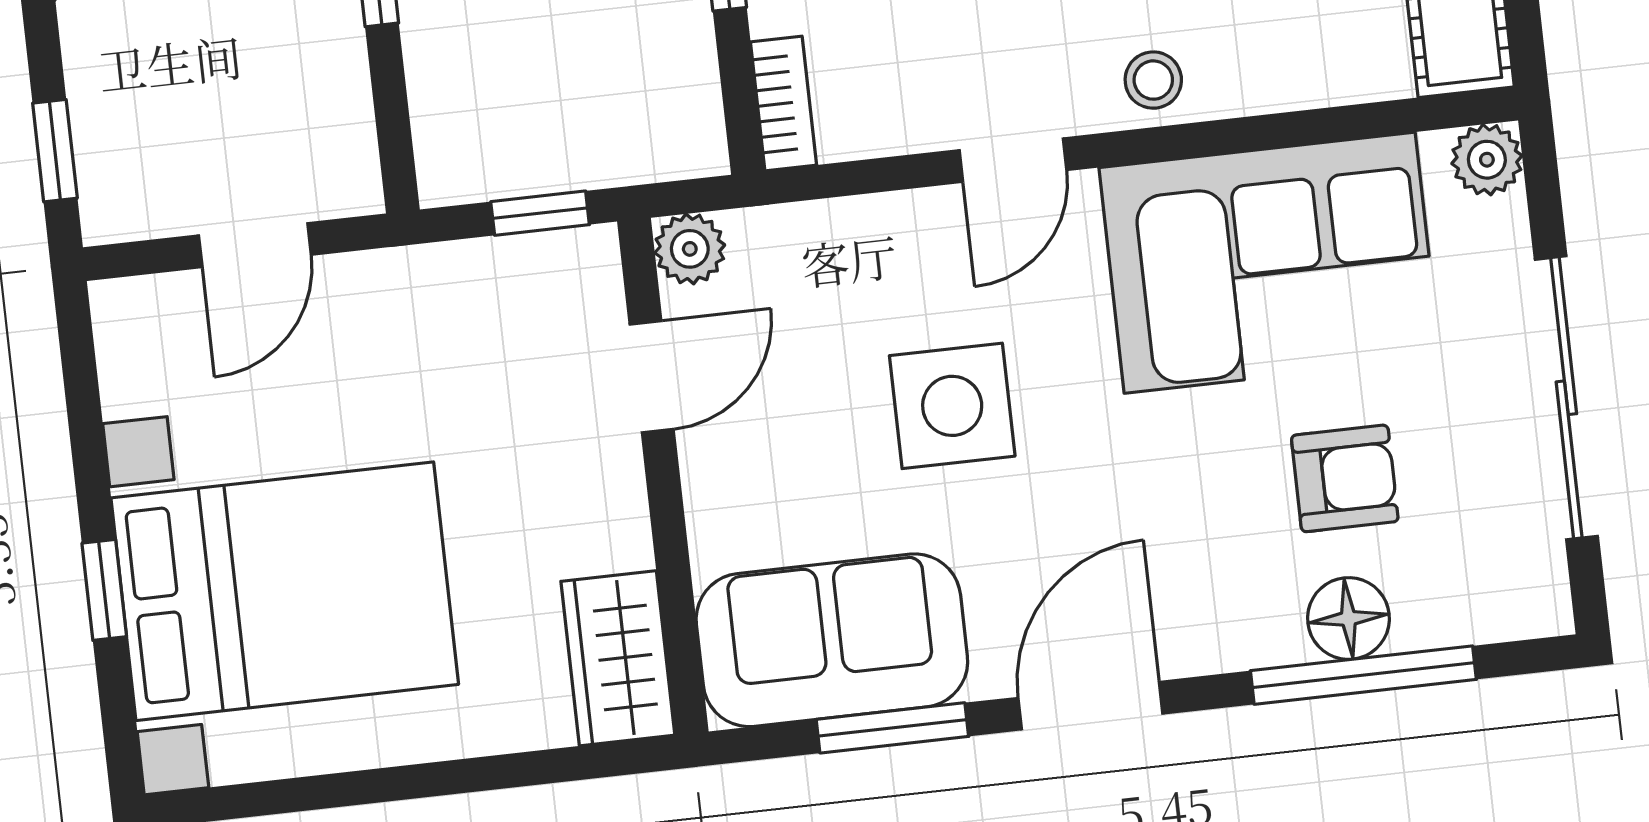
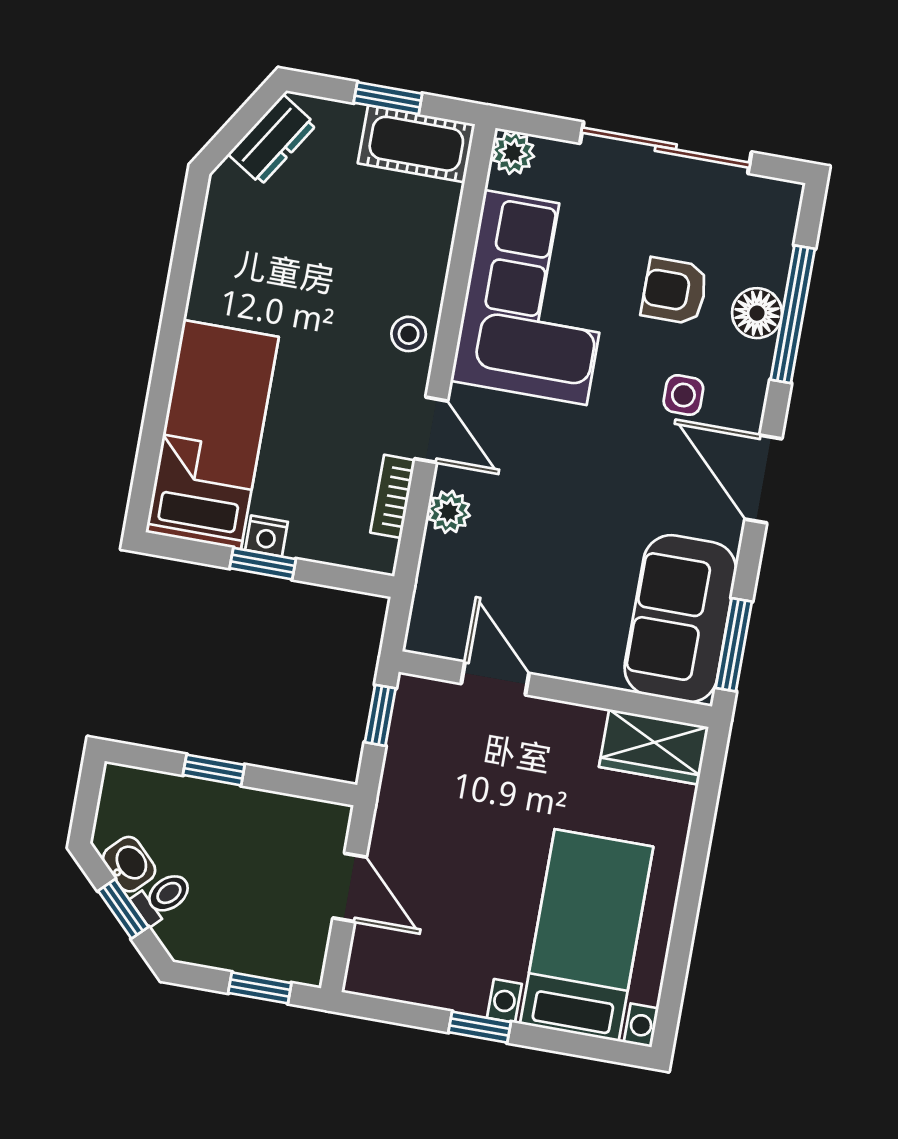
bookcase: (783, 103) -> (393, 496), moved, turned -90
plant: (690, 249) -> (449, 512), moved
side table: (952, 406) -> (683, 395), moved, width x0.54, depth x0.54
armchair: (1345, 478) -> (675, 291), turned -90
window: (104, 590) -> (480, 1027), moved
bed with nightstands: (285, 591) -> (587, 935), width x0.73
window: (892, 728) -> (734, 645), moved

